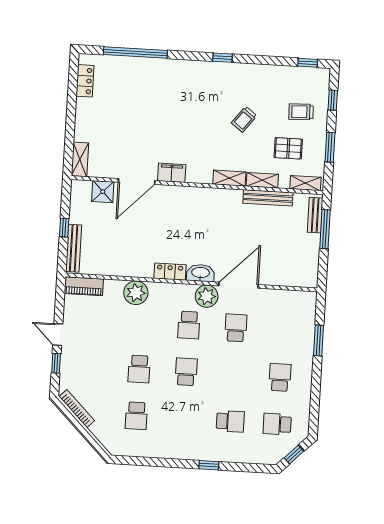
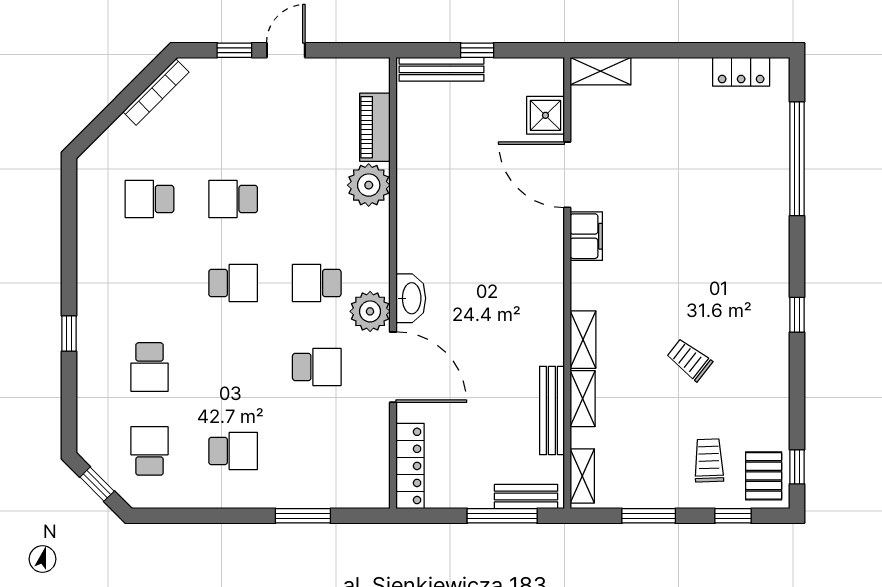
pallet: (288, 148) -> (764, 476), moved
locker: (170, 272) -> (410, 466), moved, width x1.53
piano: (84, 286) -> (375, 127), moved

